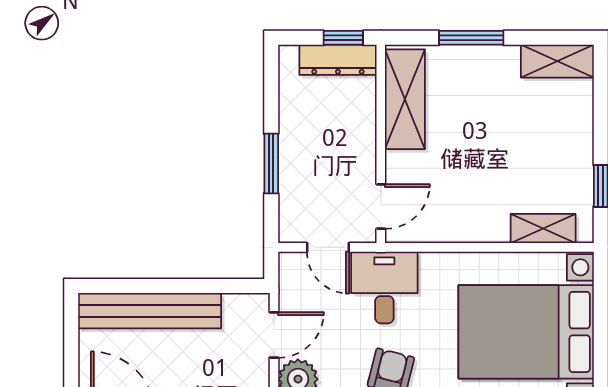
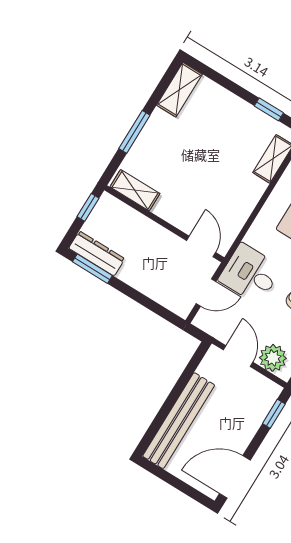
dresser: (338, 60) -> (97, 253), moved, turned -90
shelving: (405, 99) -> (135, 190), width x0.67, depth x0.75
window: (271, 163) -> (92, 269), moved

